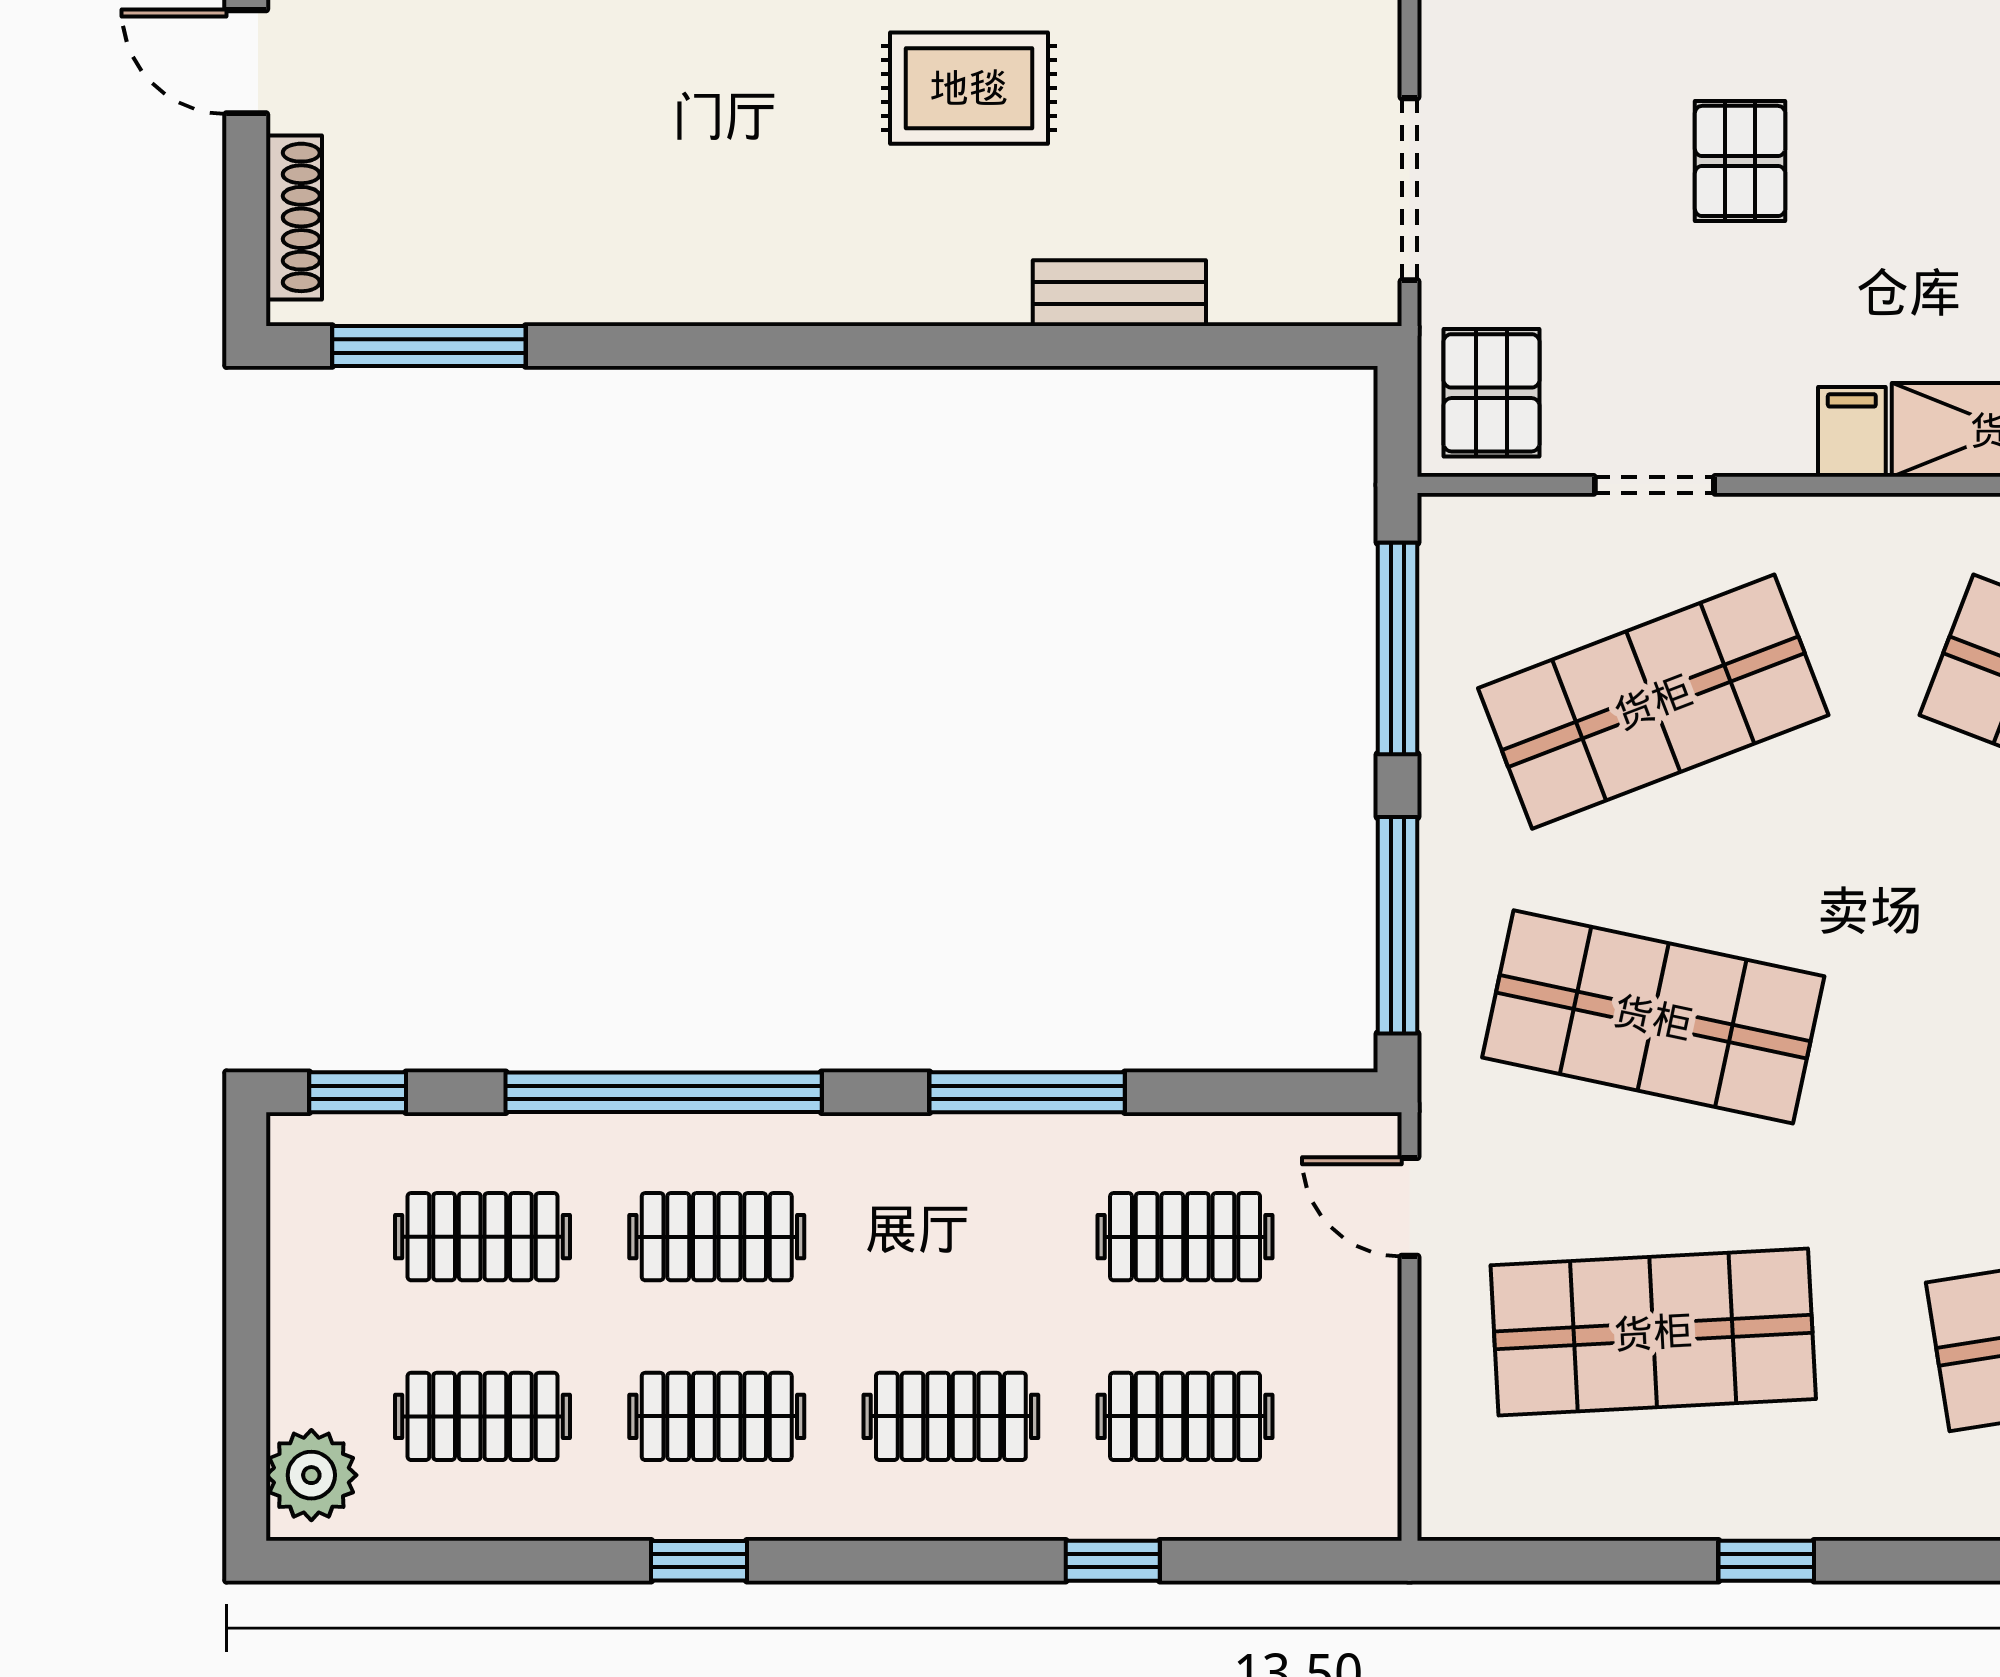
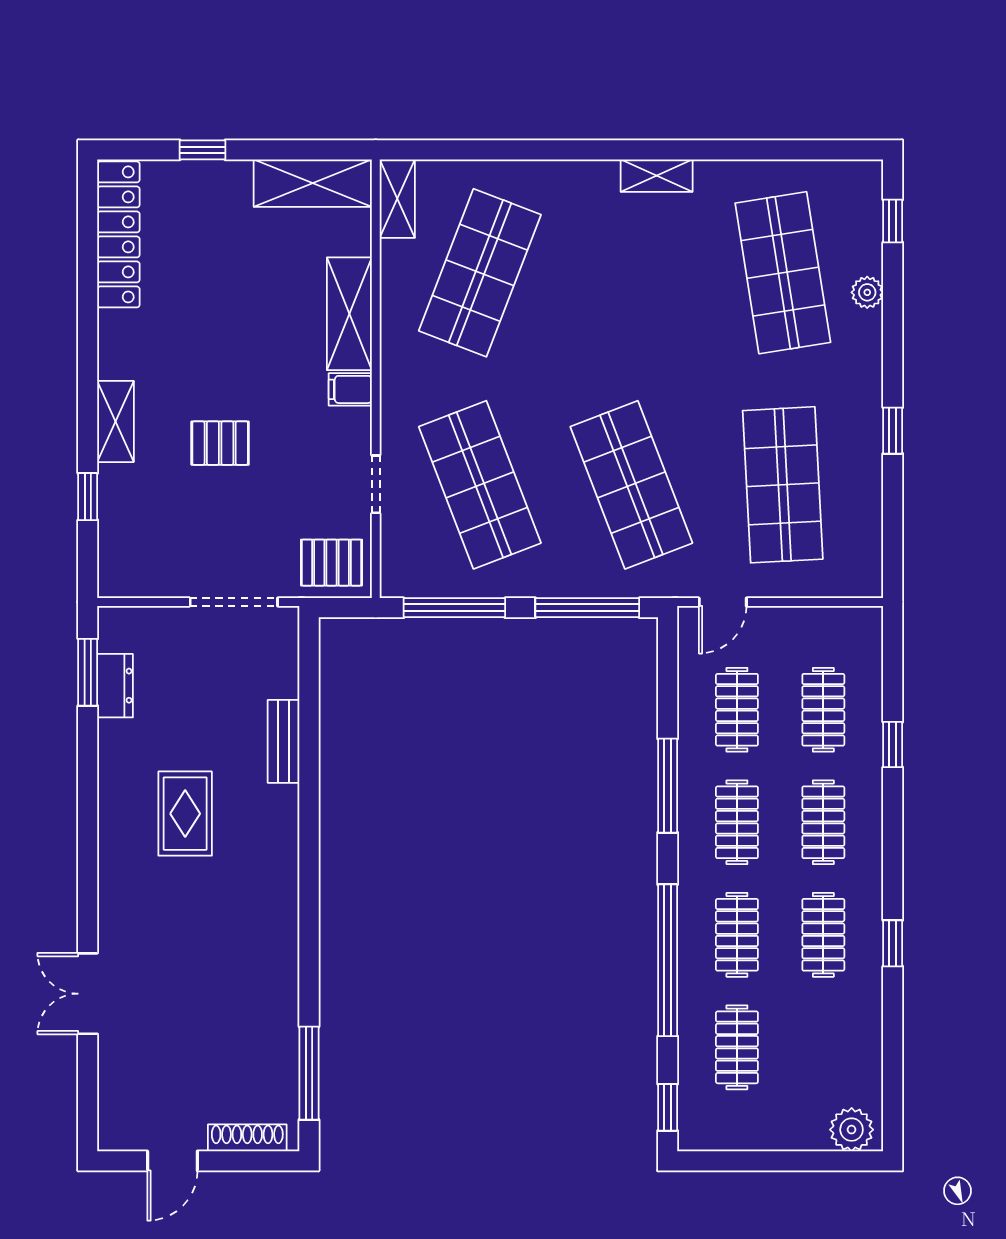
shop shelf: (1653, 1017) -> (631, 485), turned -33
clothes rail: (483, 1416) -> (737, 822), moved

